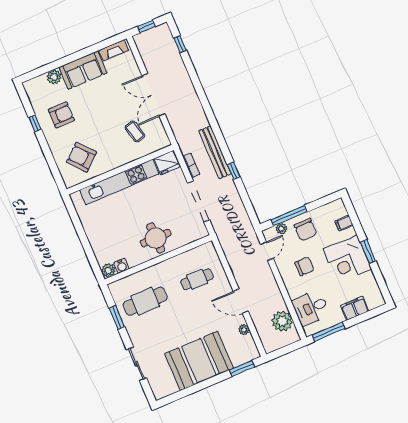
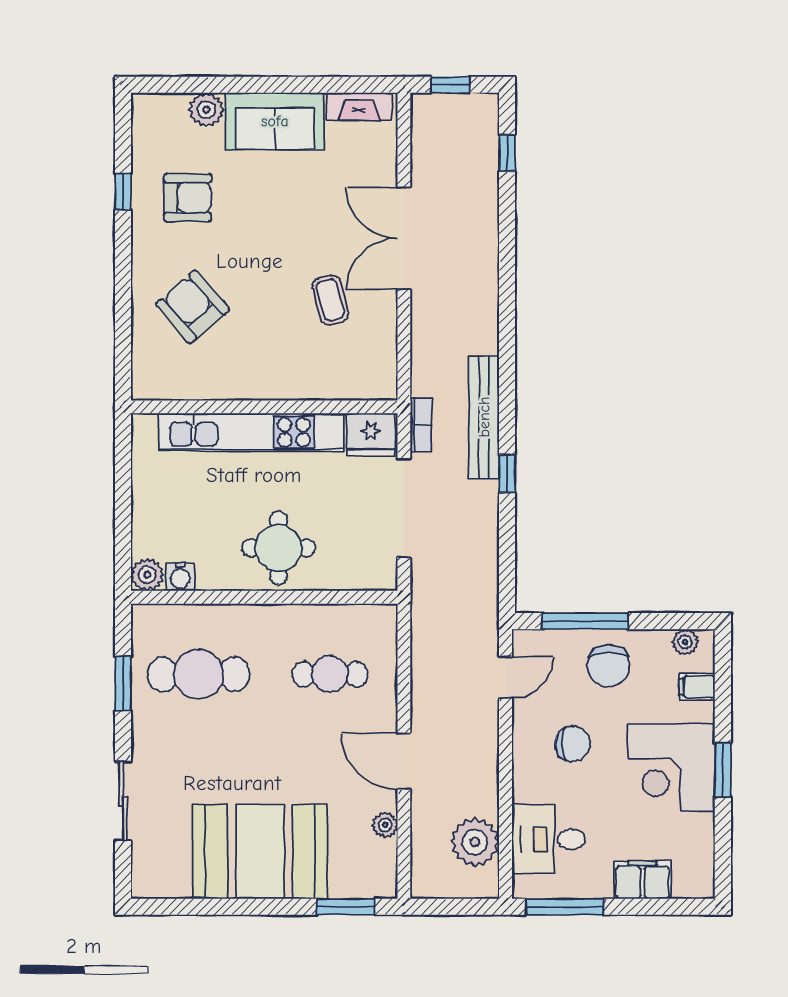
fridge: (167, 163) -> (371, 434), moved
wall: (120, 170) -> (264, 407), moved
kitchen unit: (119, 182) -> (251, 432), moved
plant: (281, 229) -> (685, 642), moved

